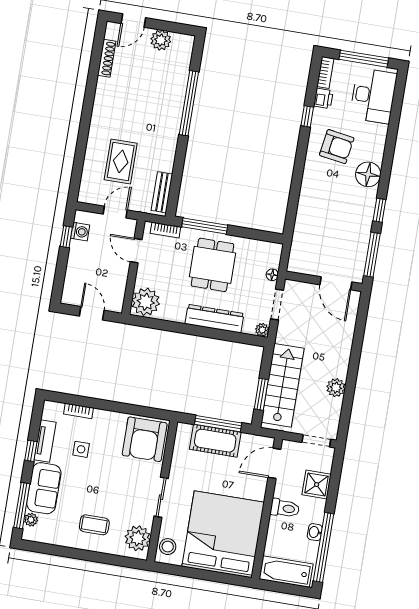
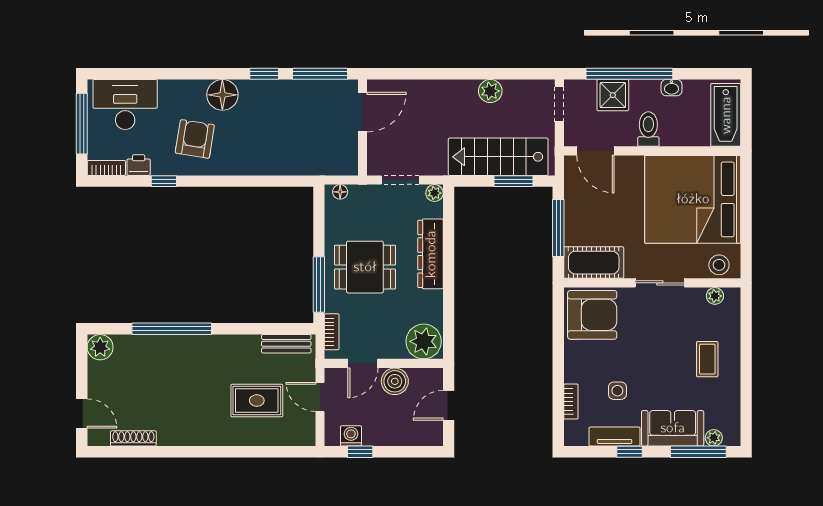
plant: (161, 40) -> (100, 347), moved
boiler: (118, 274) -> (395, 381), added
floor lamp: (272, 275) -> (340, 192), moved
cot: (215, 441) -> (594, 263), moved, turned 90
plant: (138, 538) -> (715, 296), width x0.53, depth x0.53
window: (324, 547) -> (629, 74), moved

